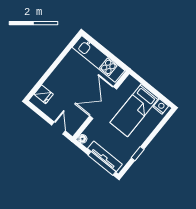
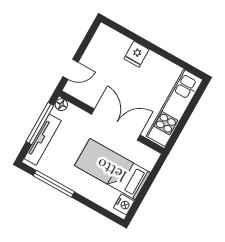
fridge: (44, 94) -> (136, 54), moved
window: (138, 154) -> (54, 184), width x2.17
window: (102, 163) -> (40, 123), moved

